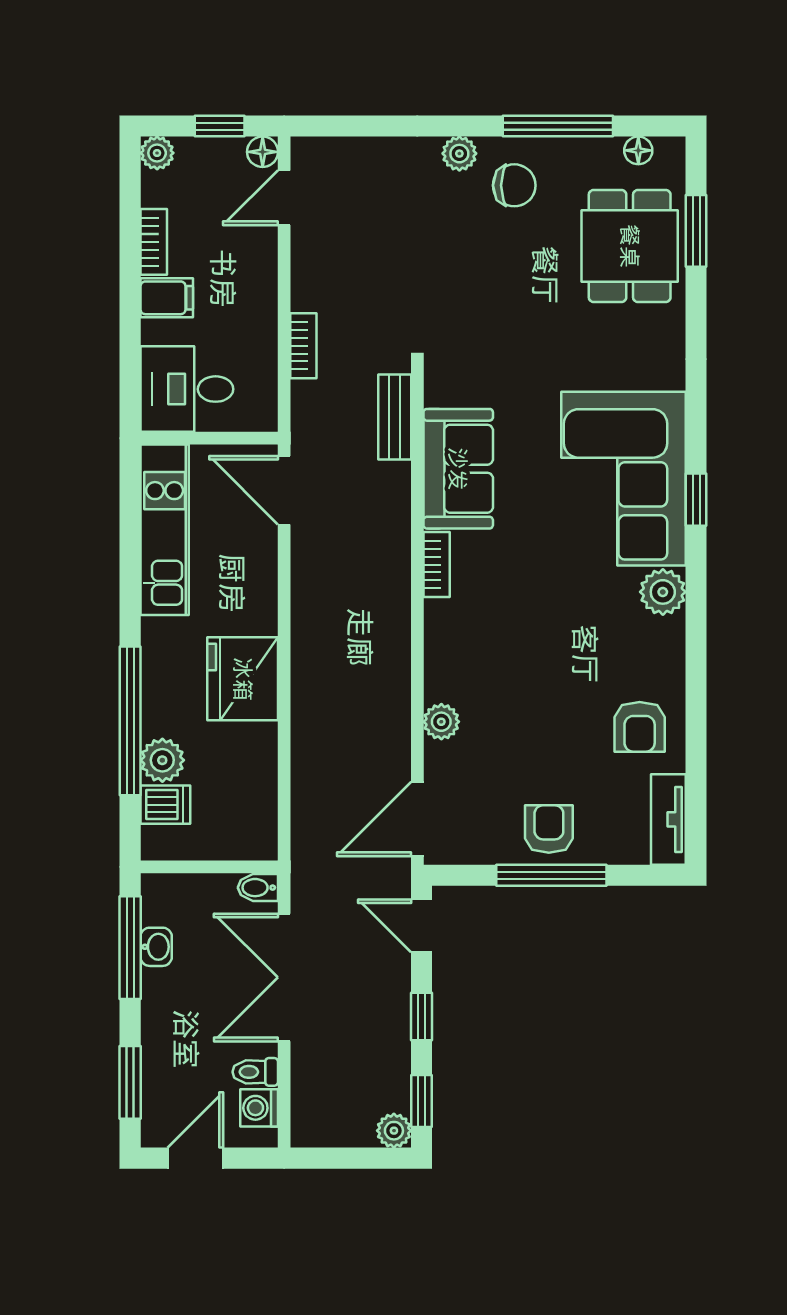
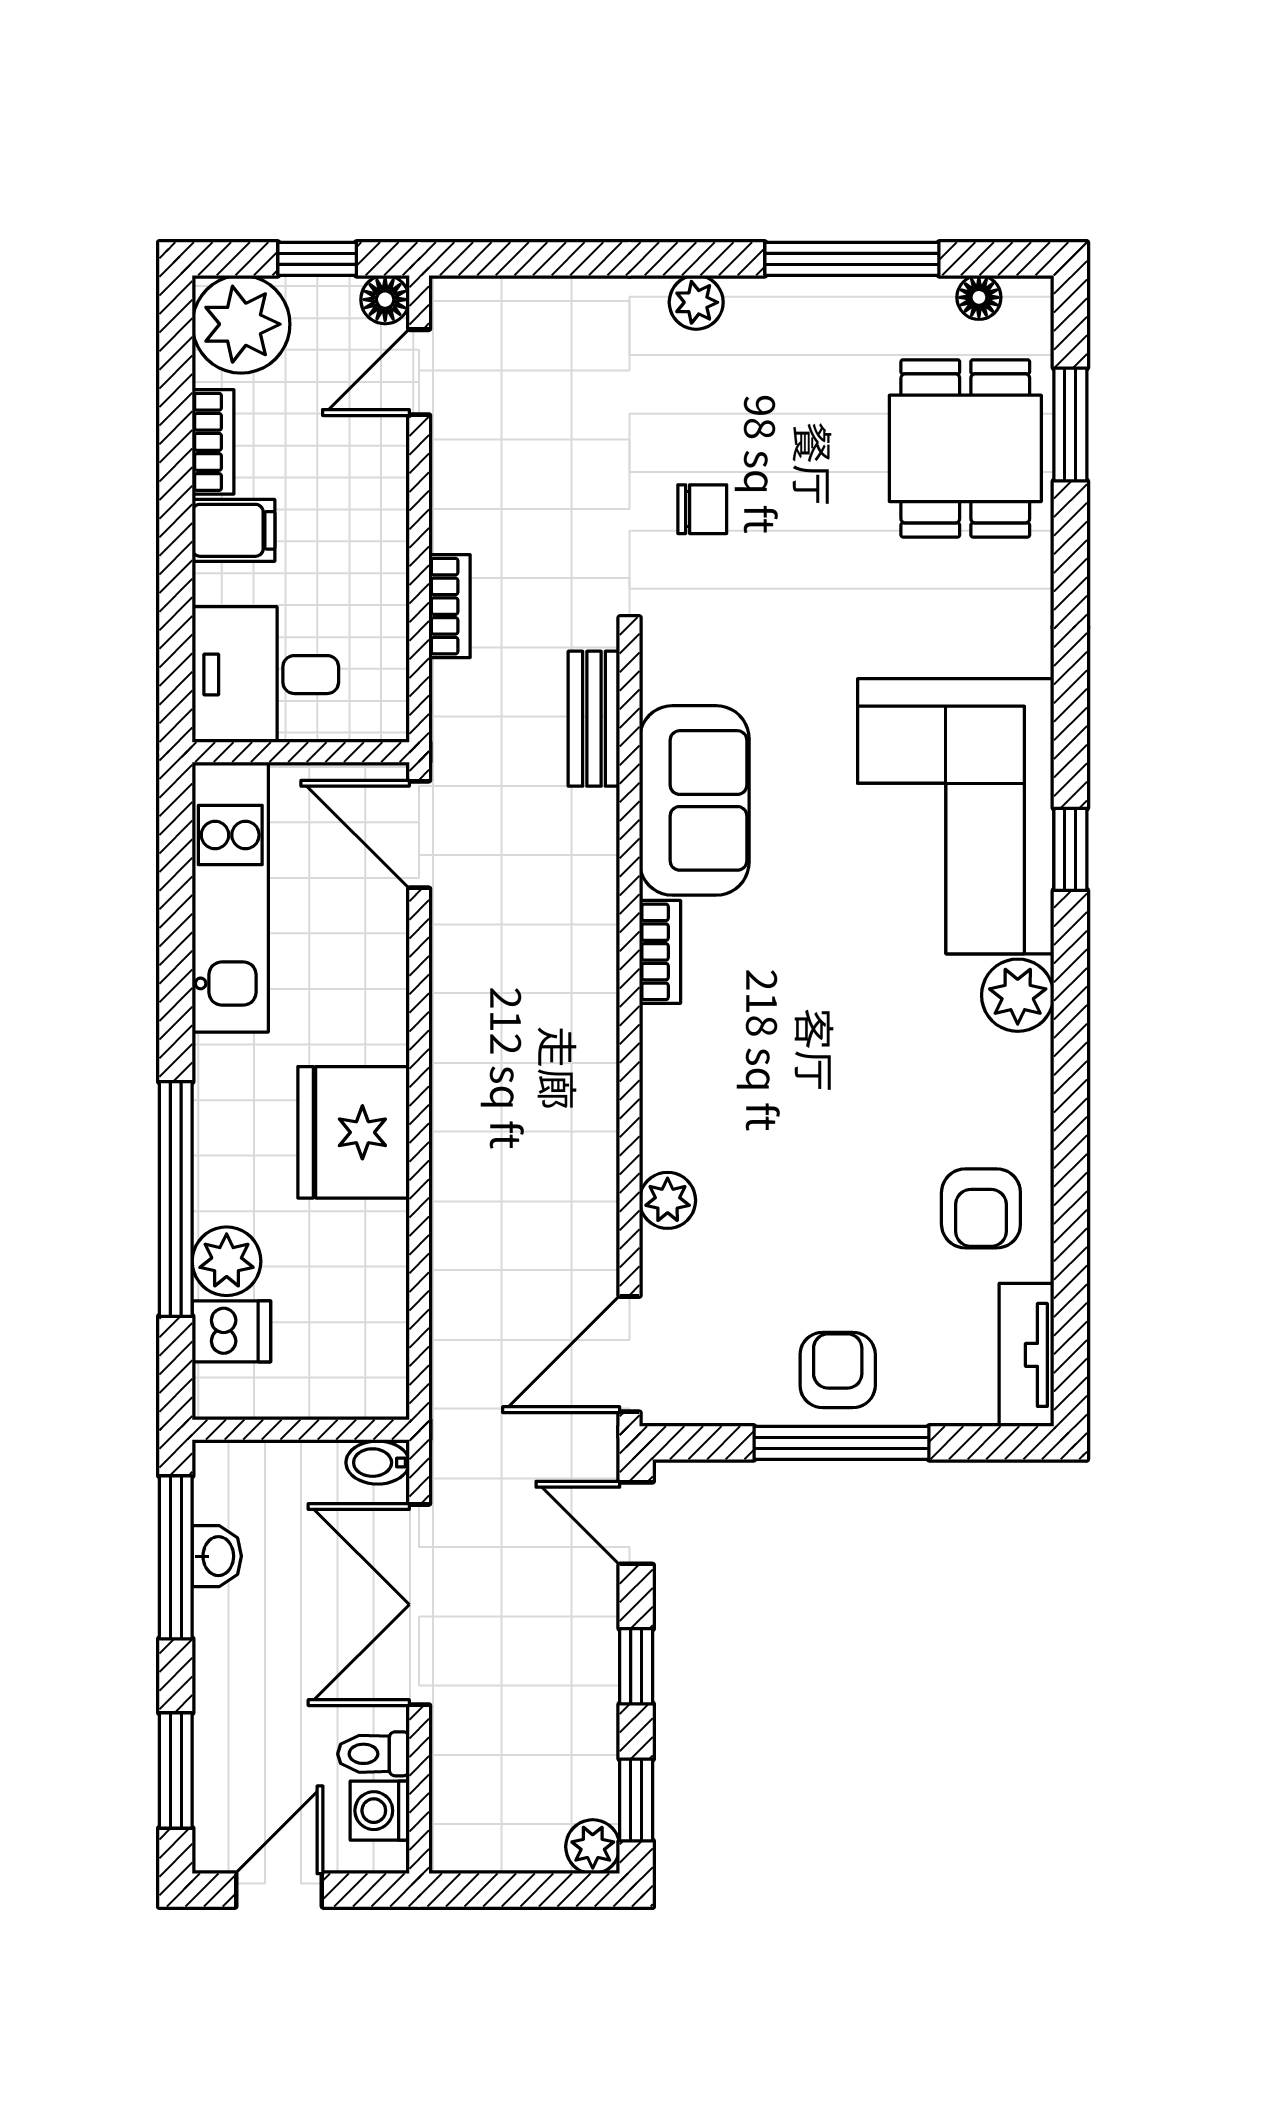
plant: (157, 153) -> (241, 324), width x1.87, depth x1.87
chair: (514, 185) -> (702, 509), moved, width x0.73, depth x0.73

